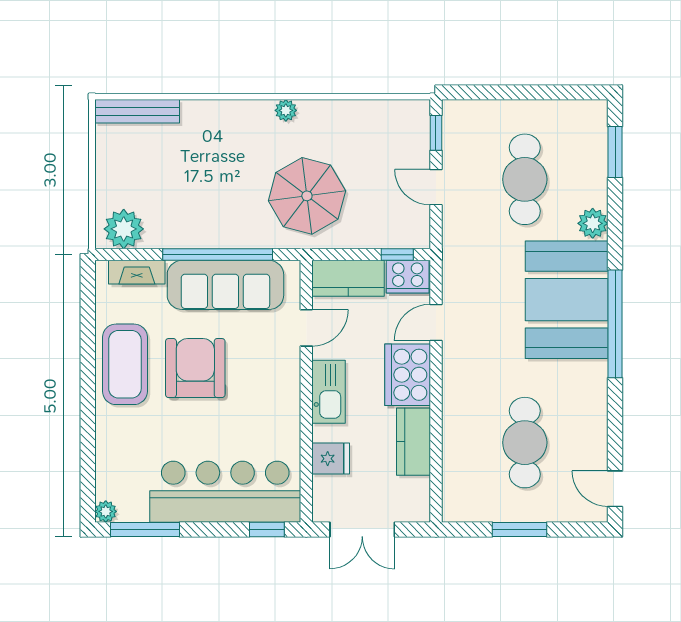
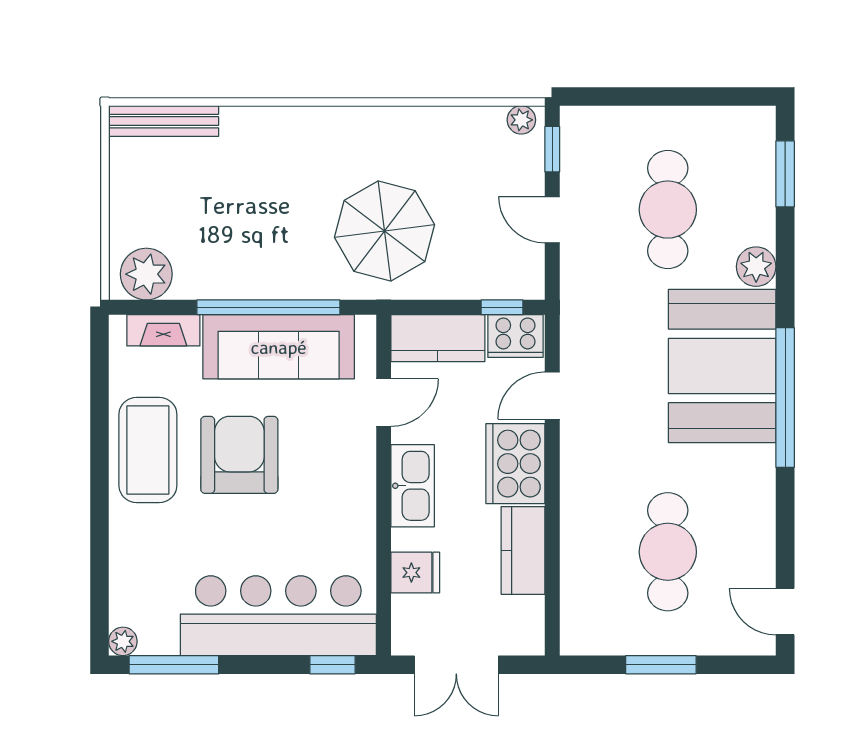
plant: (286, 110) -> (521, 120), moved

